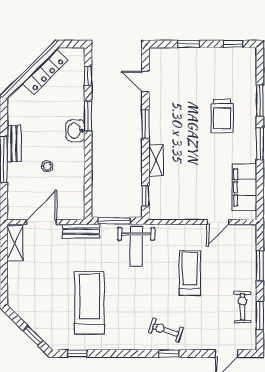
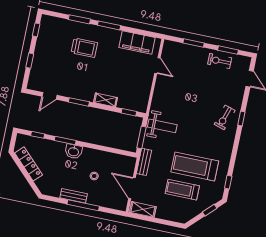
treadmill: (190, 273) -> (182, 190), moved

